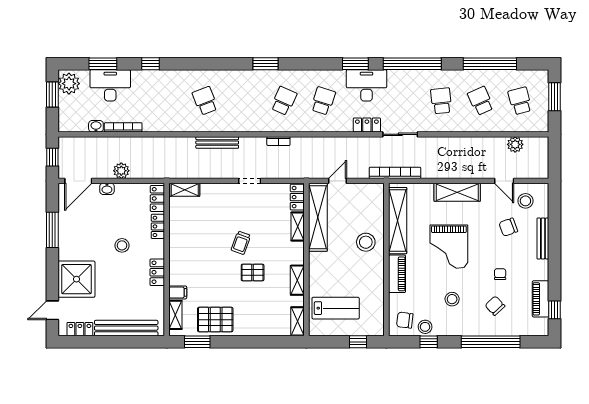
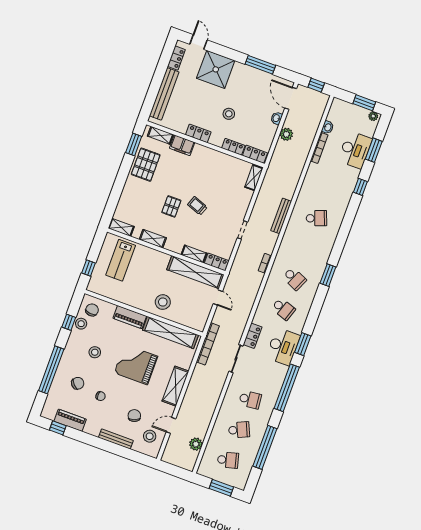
plant: (69, 84) -> (373, 116), width x0.53, depth x0.53
filing cabinet: (178, 292) -> (182, 145), width x2.00

